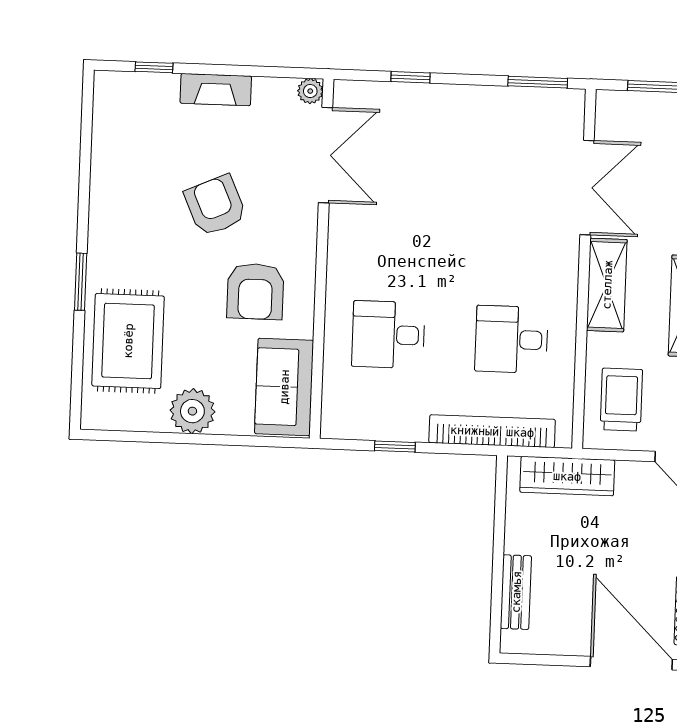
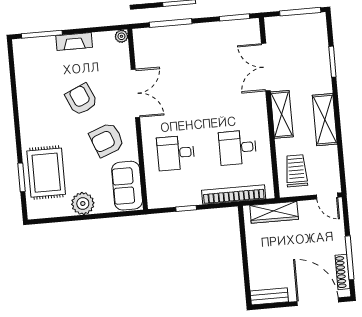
window: (154, 67) -> (42, 34), width x2.17
window: (411, 77) -> (171, 23), width x2.17
double door: (326, 155) -> (135, 93), moved
double door: (587, 188) -> (266, 67), swing flipped
window: (81, 282) -> (22, 177), moved
armchair: (255, 291) -> (107, 140), turned 69
bench: (516, 592) -> (269, 296), moved, turned 90

